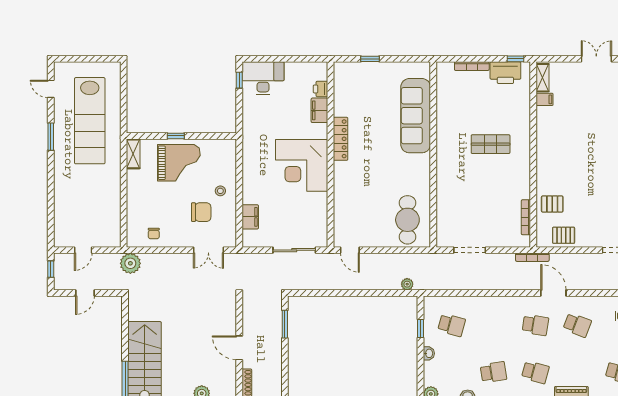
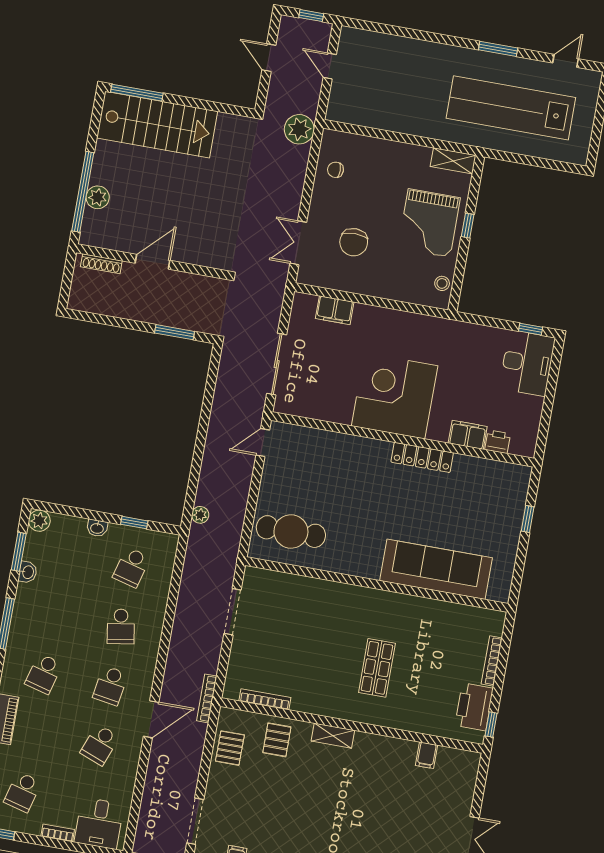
shelving: (542, 78) -> (333, 736), moved
stool: (220, 191) -> (442, 283), moved
school desk: (493, 372) -> (121, 626), moved

